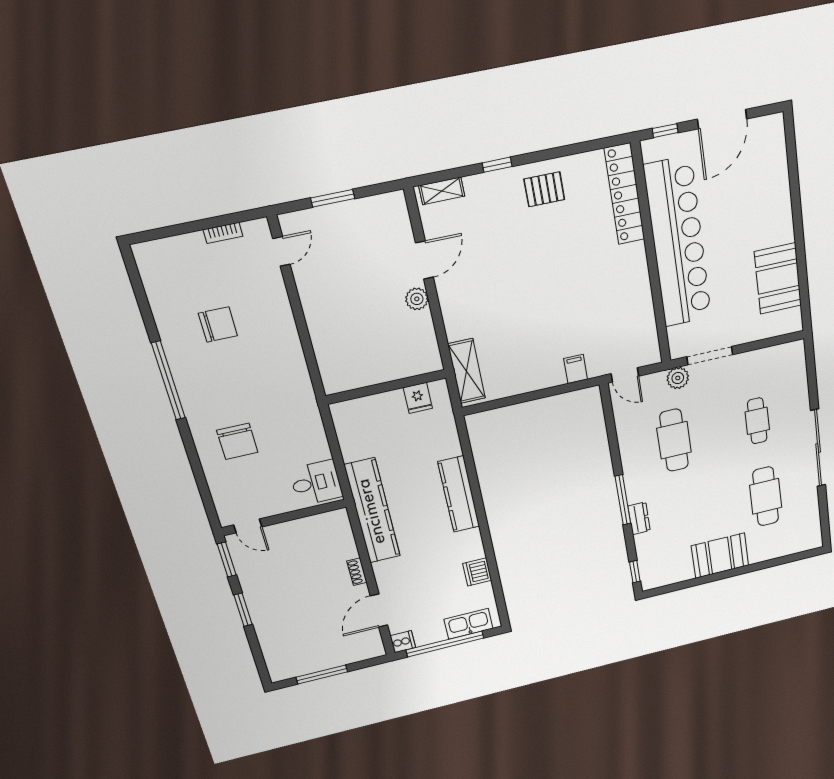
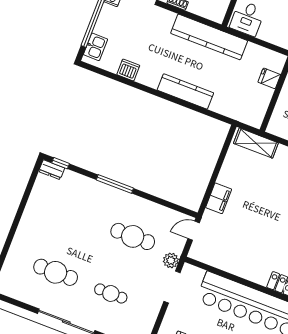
filing cabinet: (576, 369) -> (219, 198), width x2.00
fridge: (418, 398) -> (269, 78), moved
dresser: (639, 518) -> (52, 170), moved
booth: (720, 556) -> (34, 222), removed
kitchen sink: (469, 624) -> (96, 47), width x0.73

